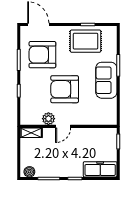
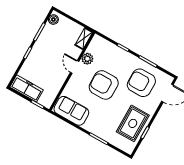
armchair: (42, 55) -> (141, 83), turned -90
sofa: (106, 80) -> (71, 111), moved
armchair: (65, 89) -> (104, 85), turned -90
freezer: (100, 169) -> (27, 88), moved, turned -90

